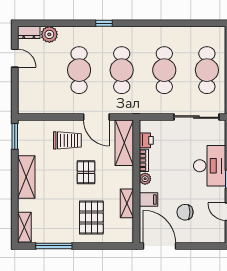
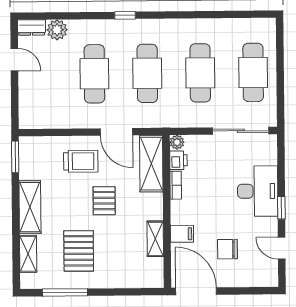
plant: (145, 179) -> (177, 142), moved
pallet: (91, 217) -> (79, 251), moved
shelving: (24, 227) -> (28, 254), moved

